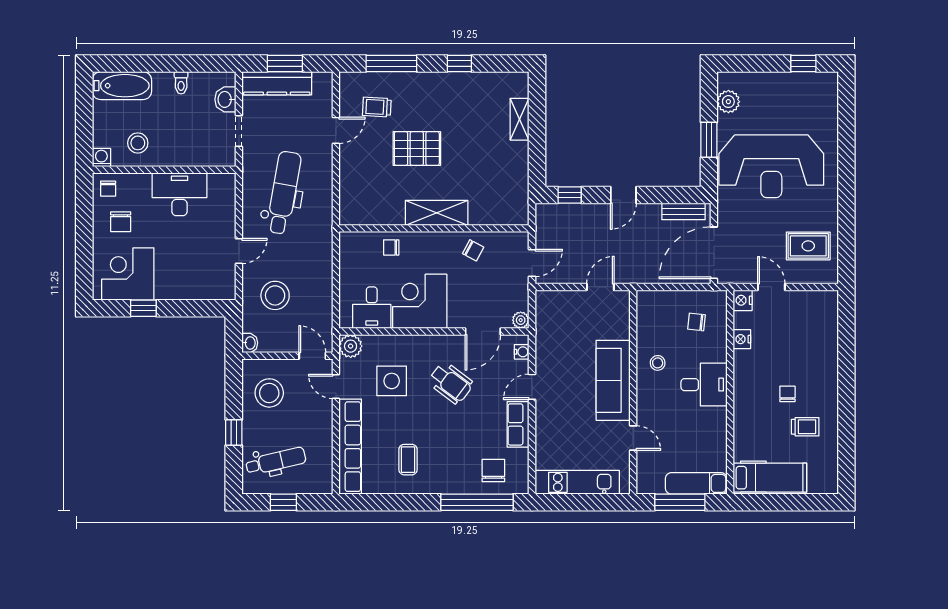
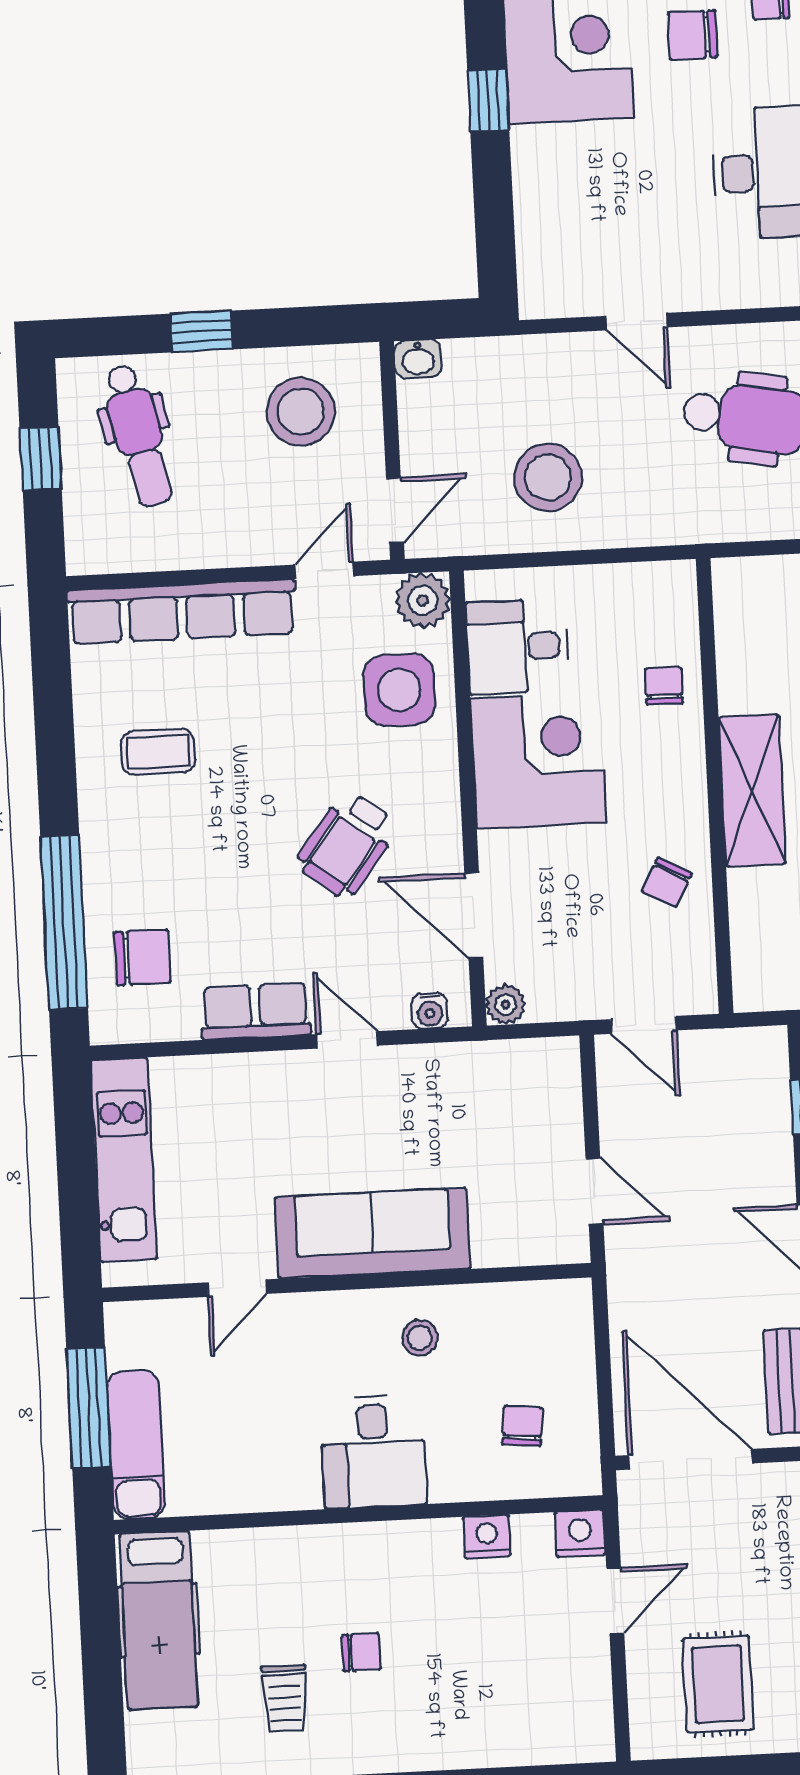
stool: (275, 295) -> (548, 477), moved
side table: (392, 381) -> (399, 690), moved

